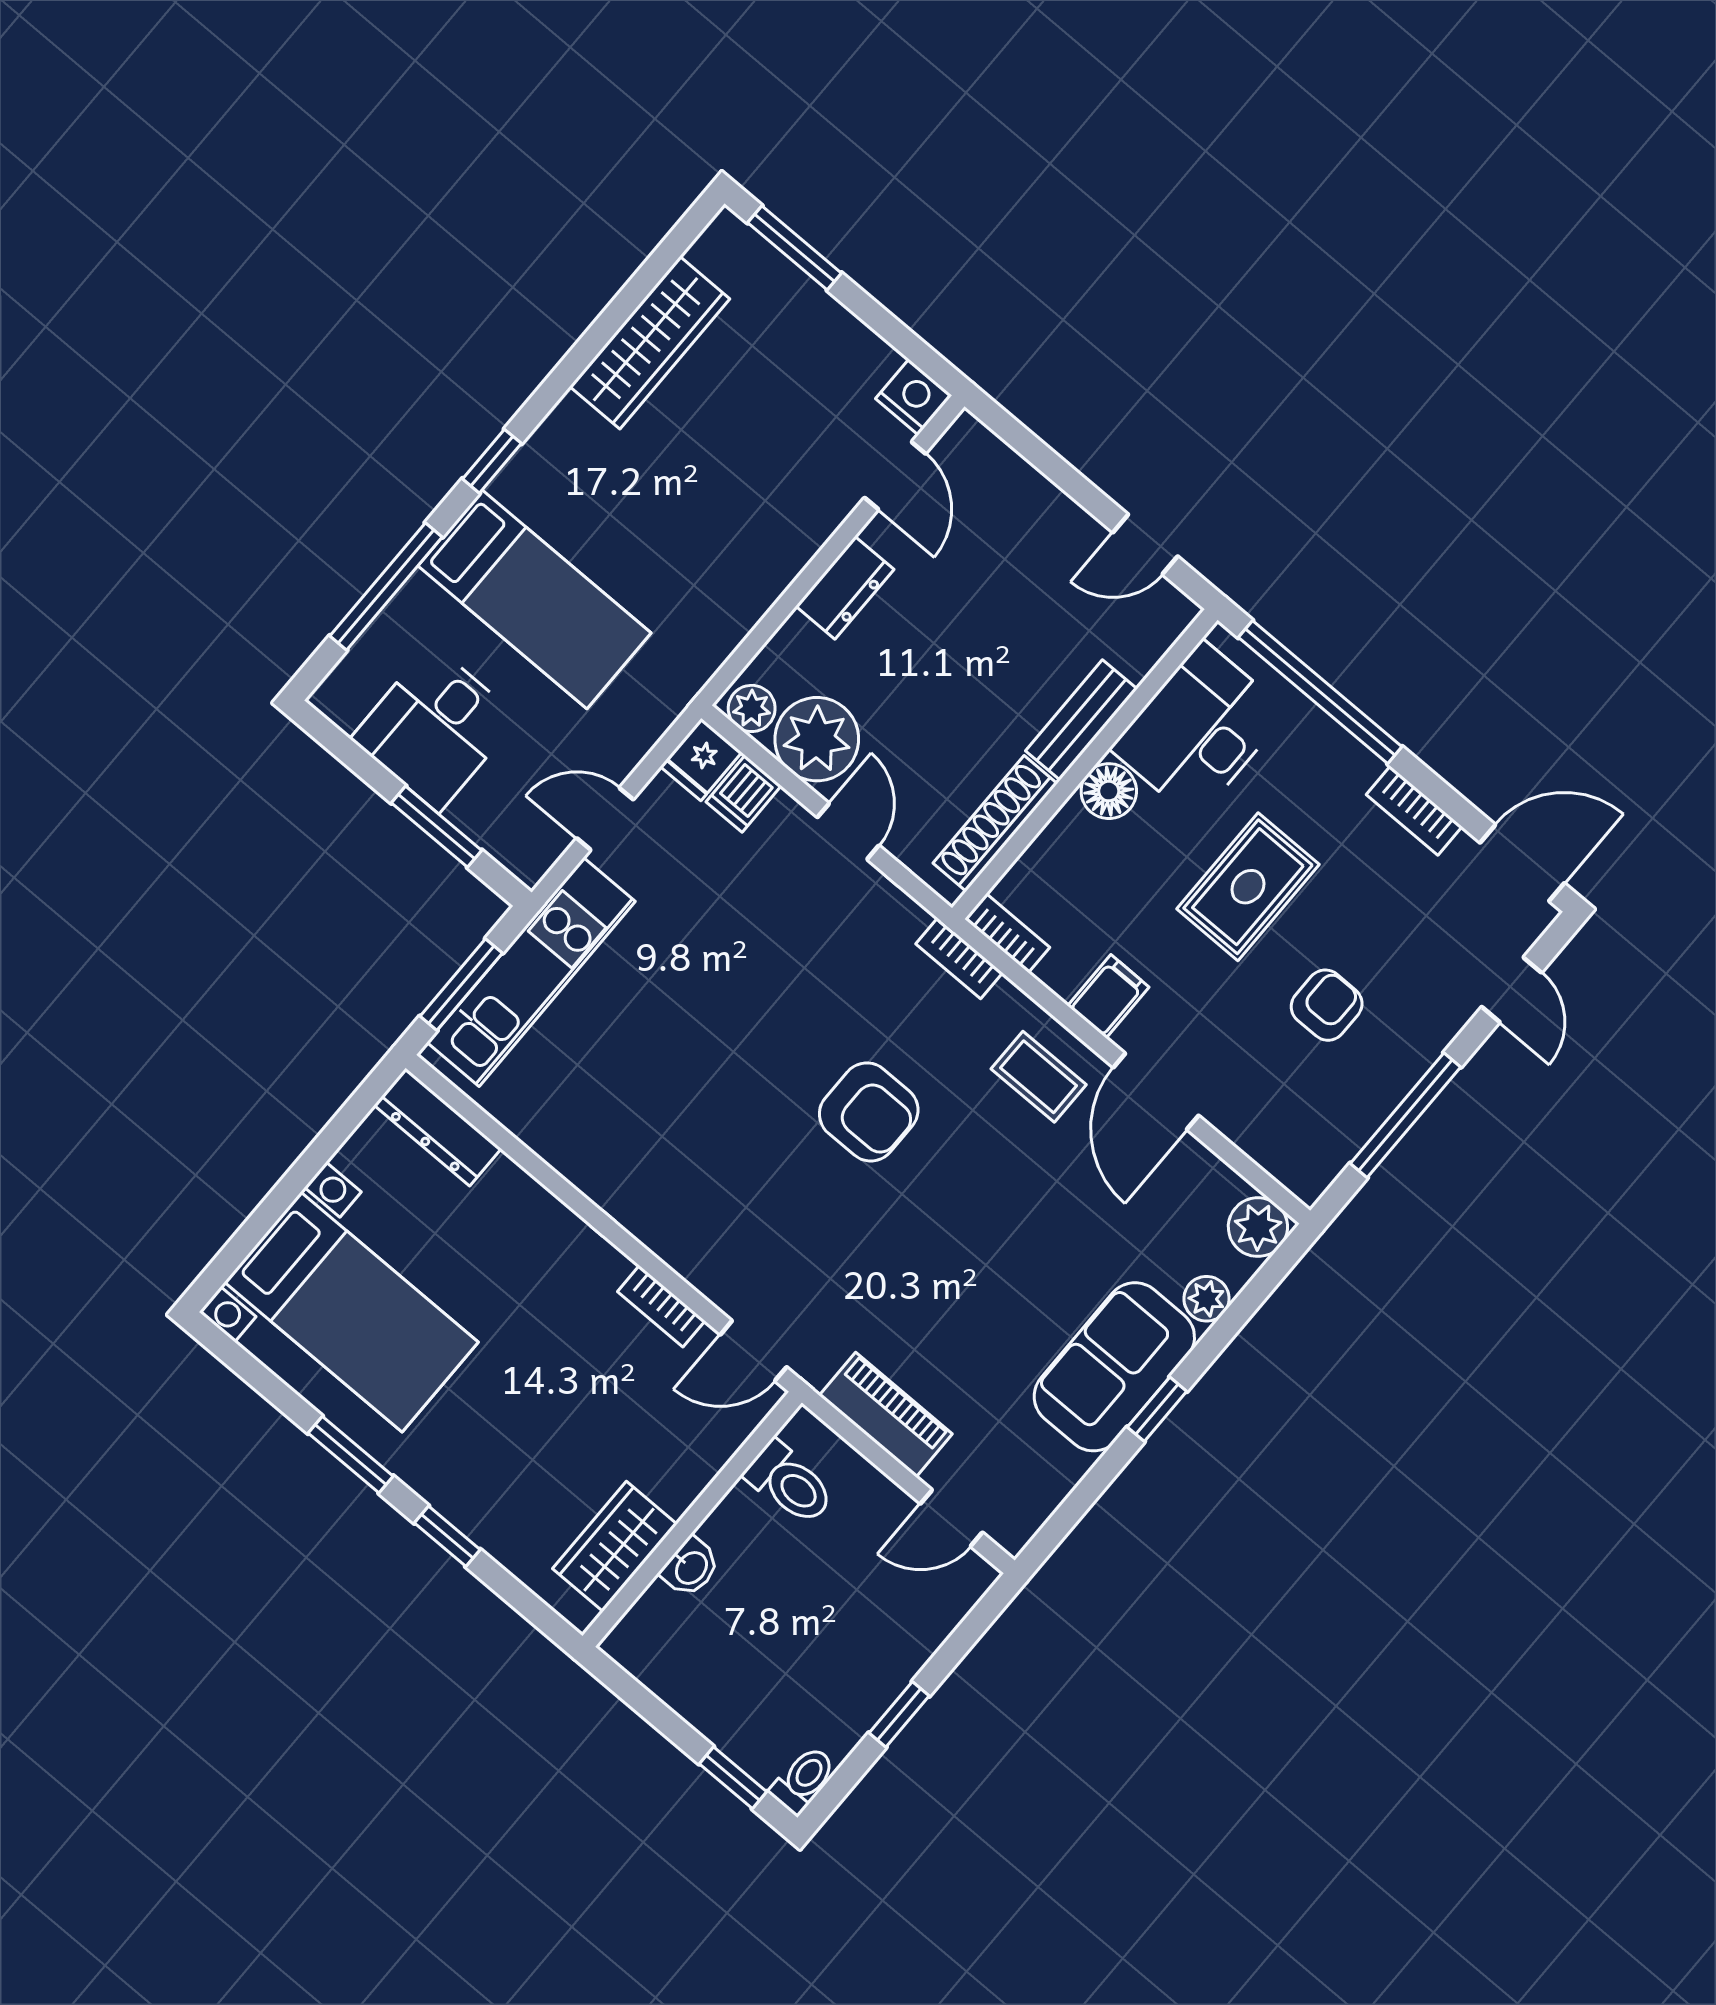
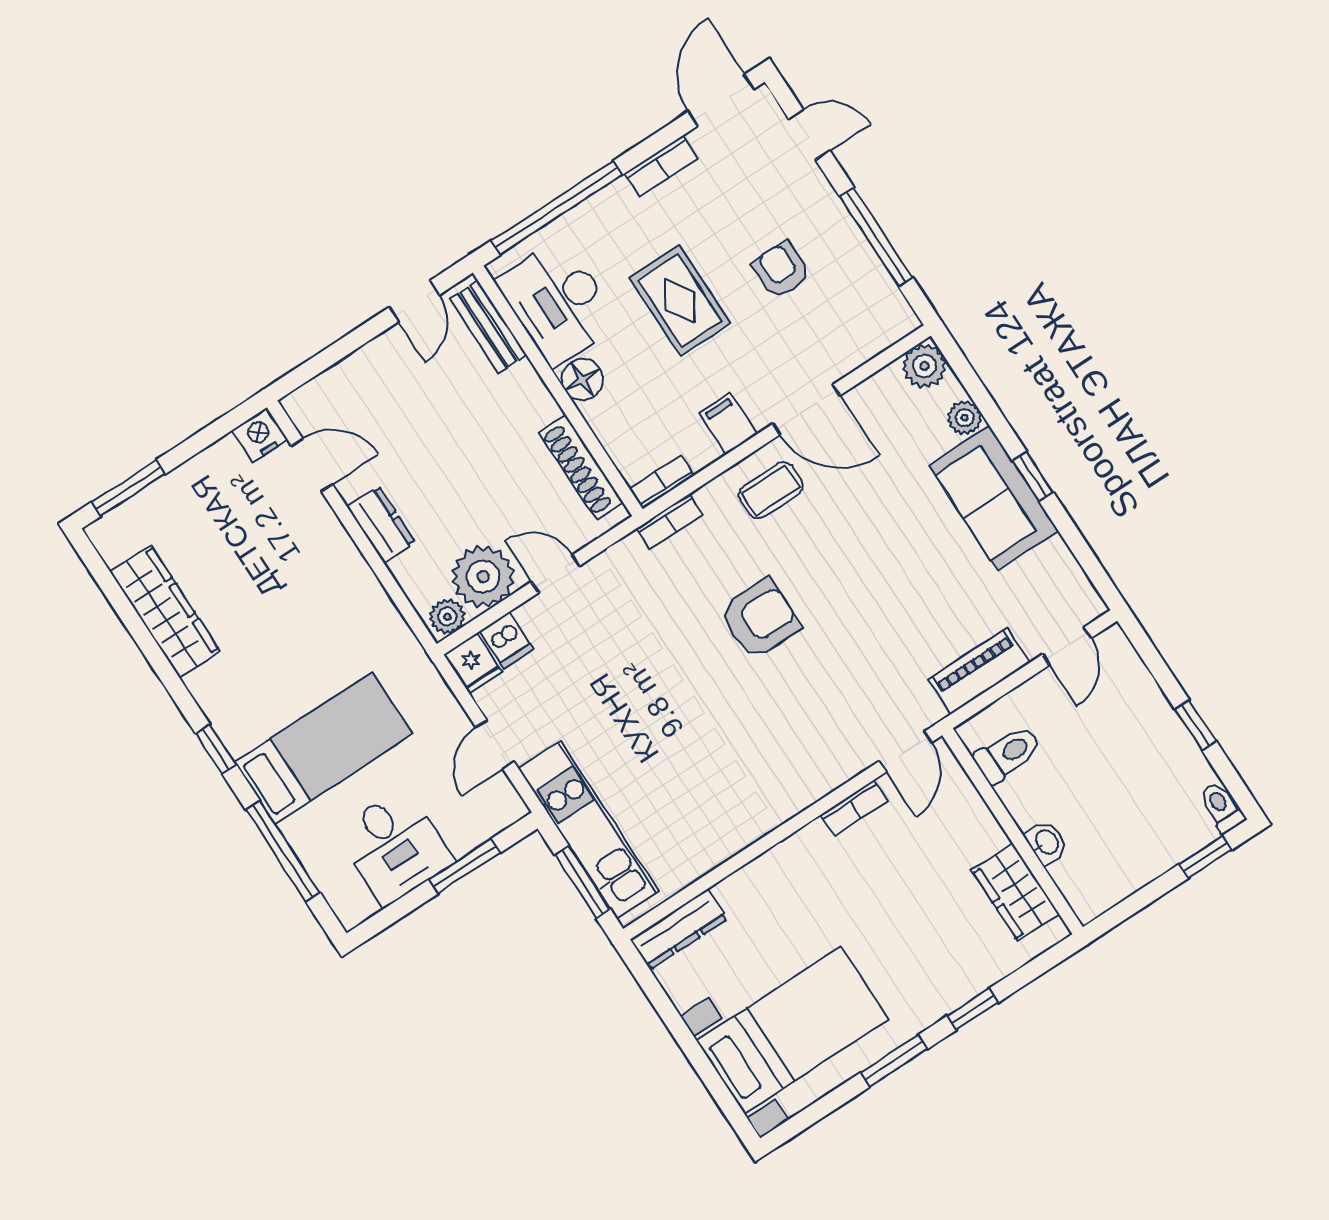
bench: (1081, 720) -> (488, 327), moved

